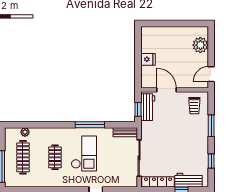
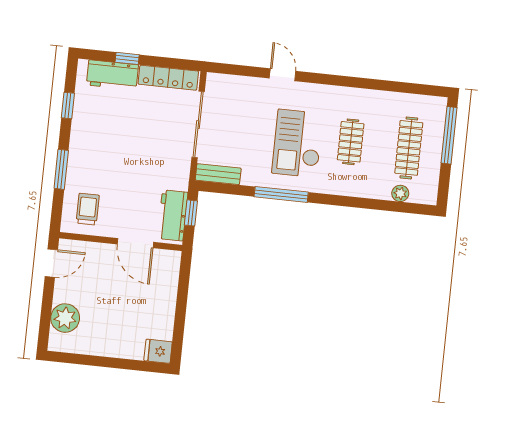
fridge: (148, 59) -> (158, 351), moved

